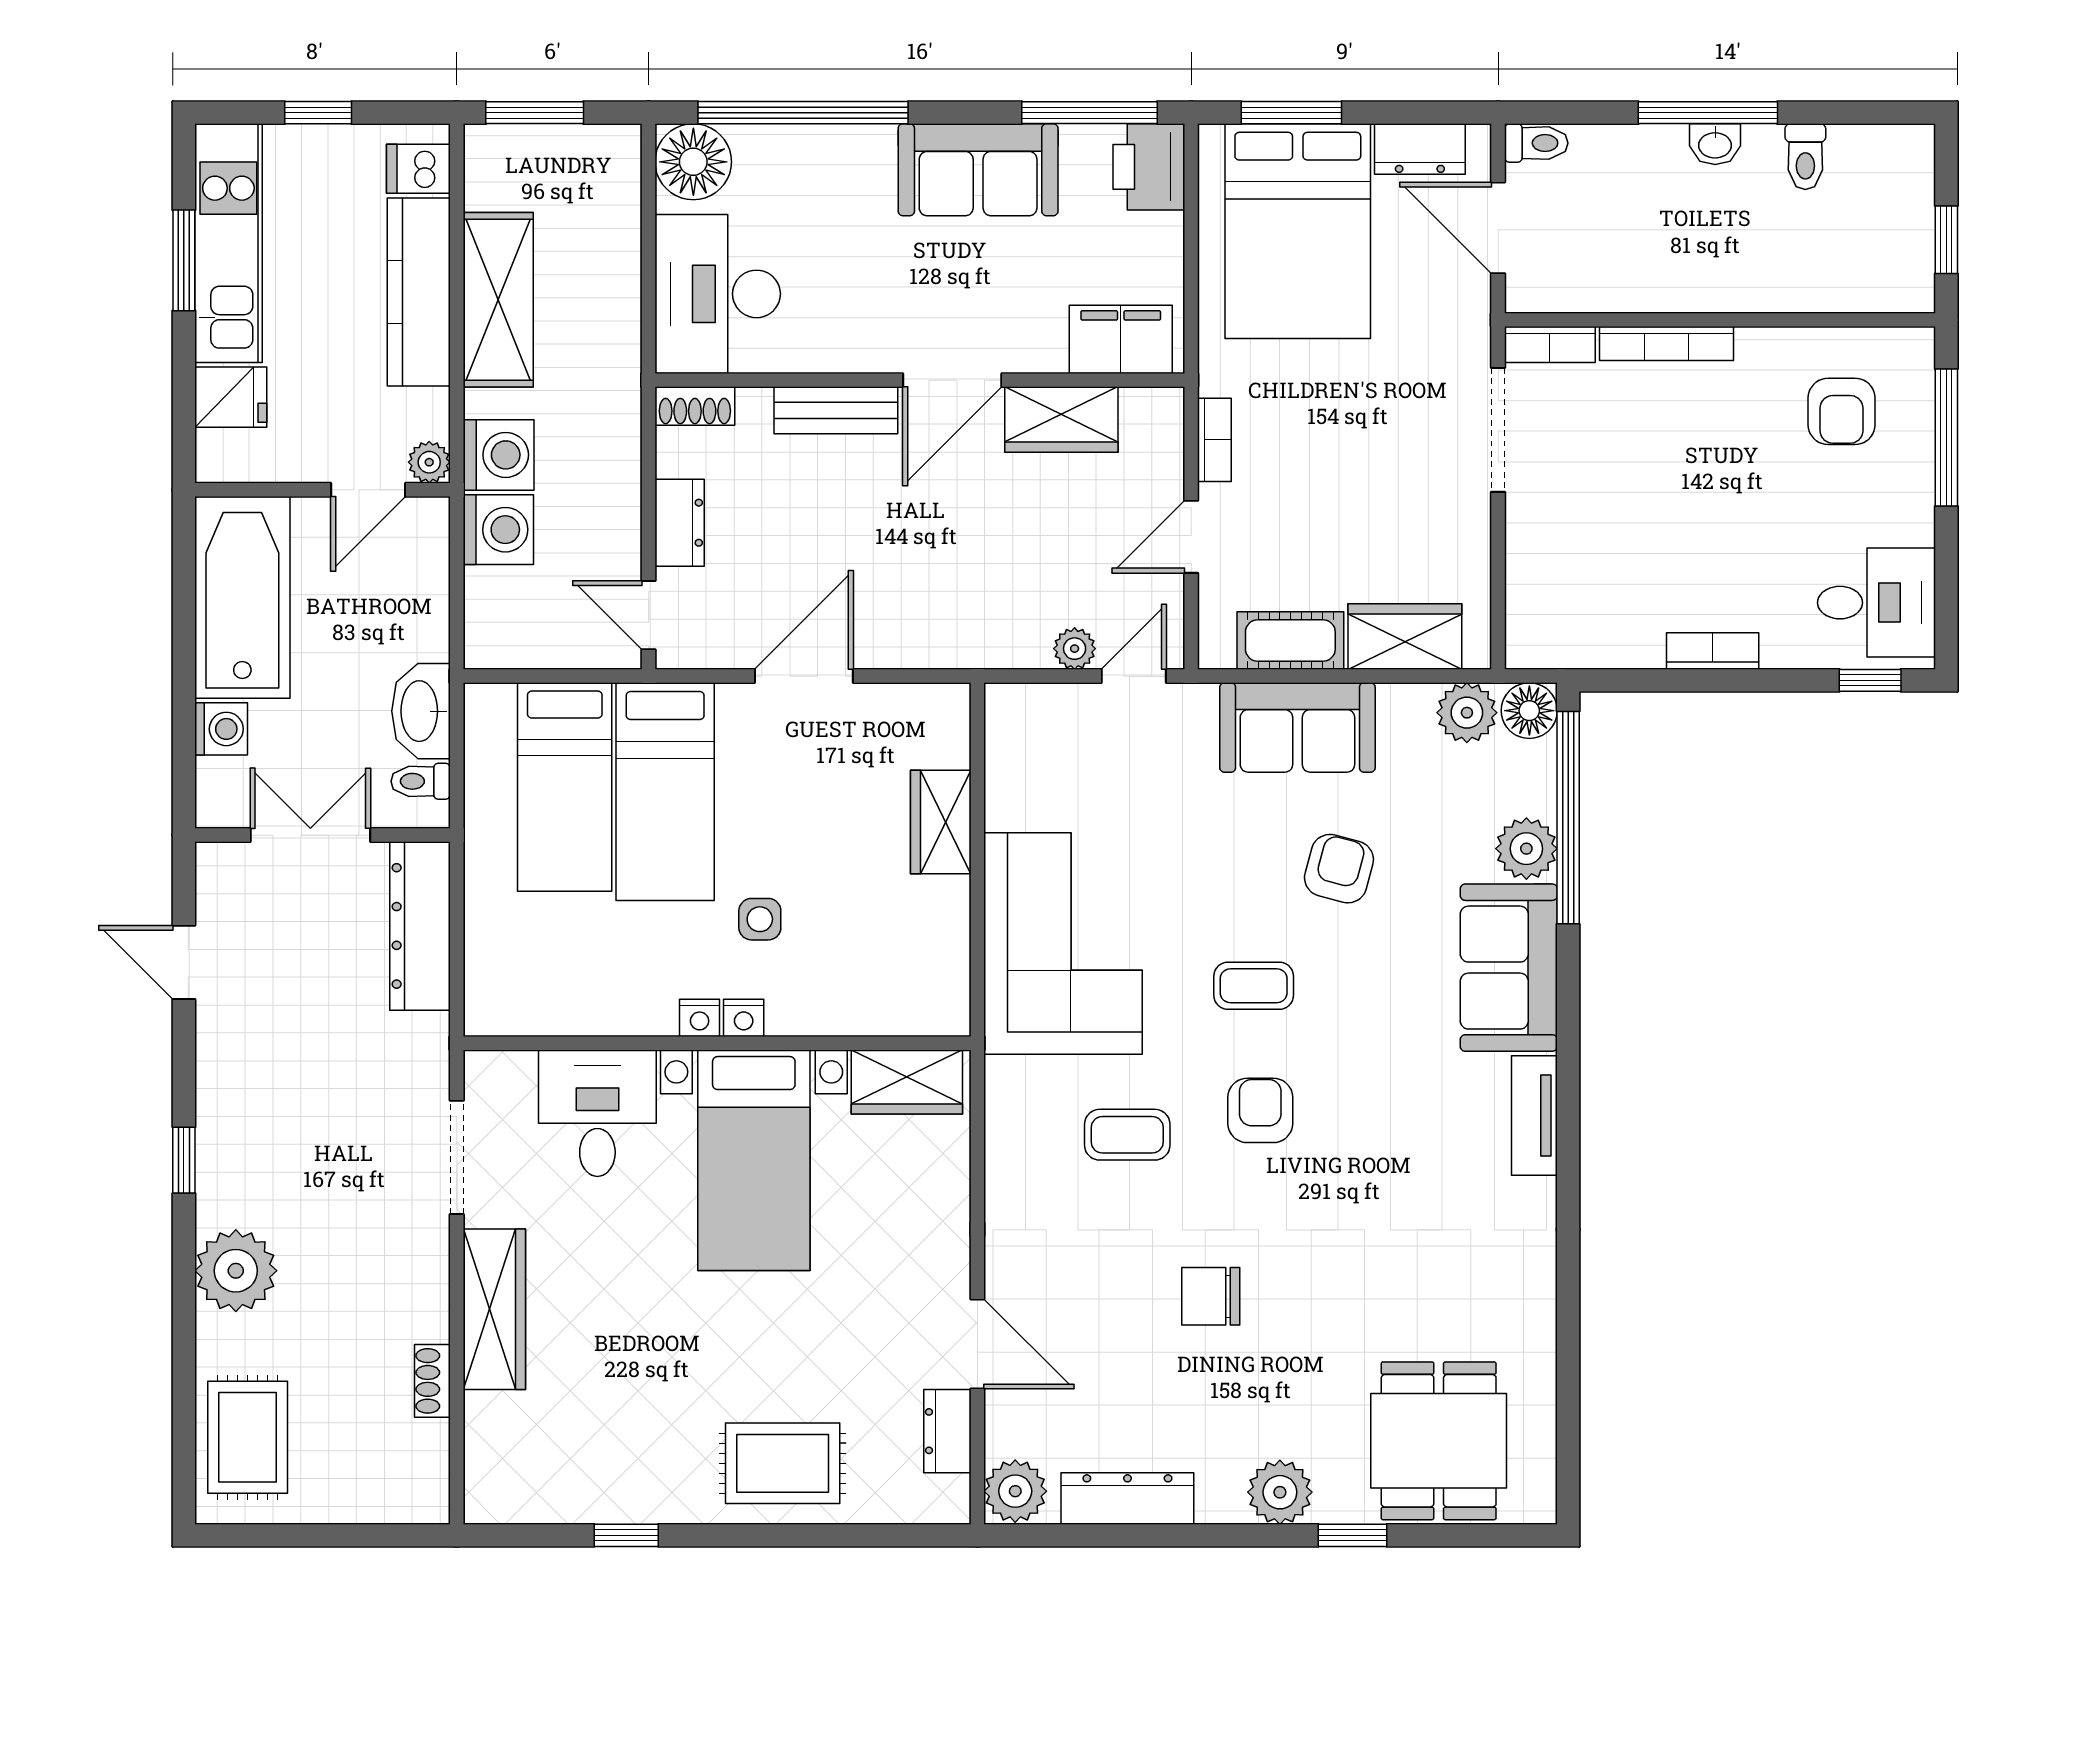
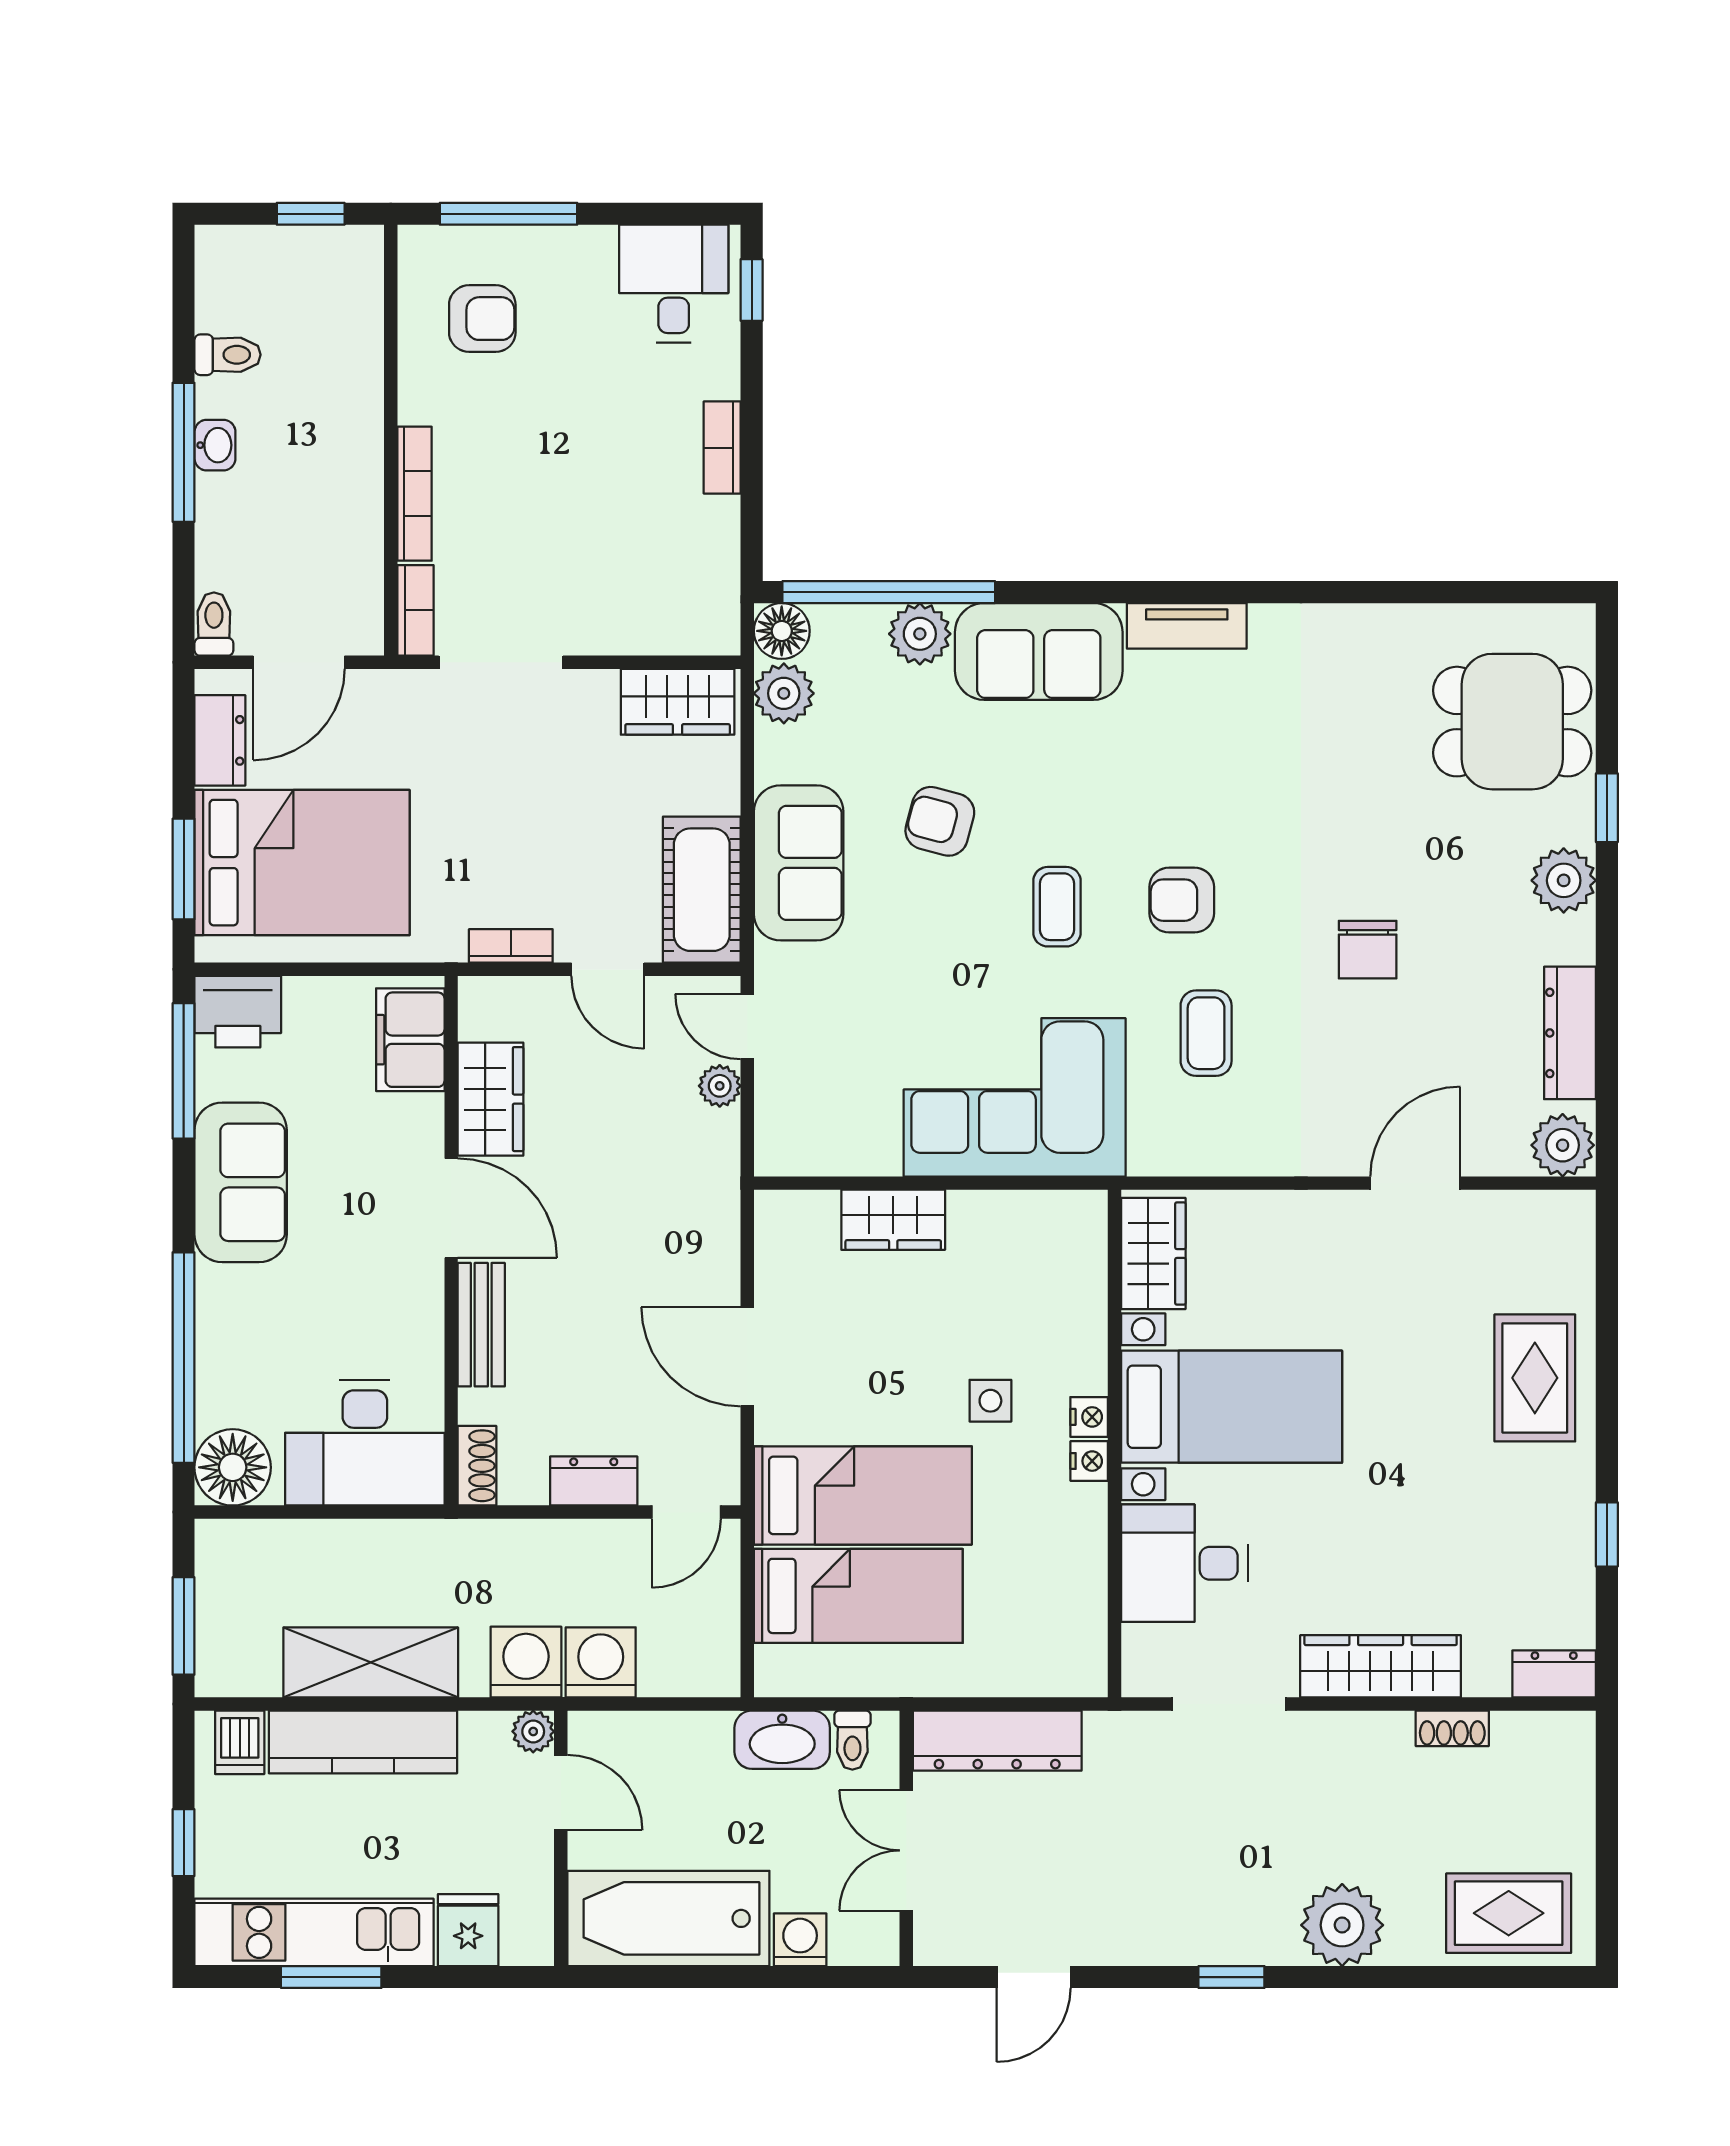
wardrobe: (1405, 637) -> (678, 702), moved, turned -90
cot: (1290, 640) -> (702, 890), width x1.37, depth x1.34
dresser: (947, 1431) -> (1554, 1674), moved, turned 180

